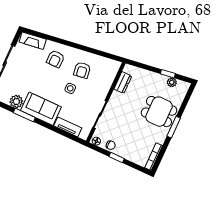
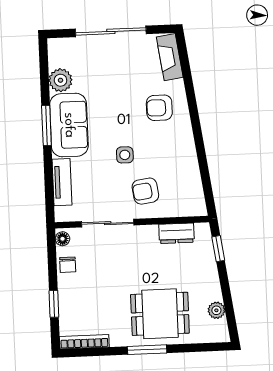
armchair: (82, 70) -> (145, 191), moved
window: (168, 74) -> (218, 249), moved
dining table: (159, 112) -> (160, 314), turned 90
window: (24, 115) -> (46, 126), moved
window: (117, 158) -> (54, 304), moved

